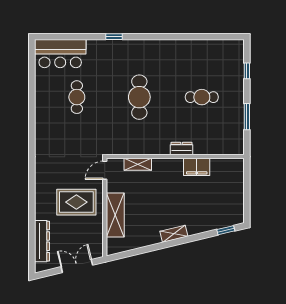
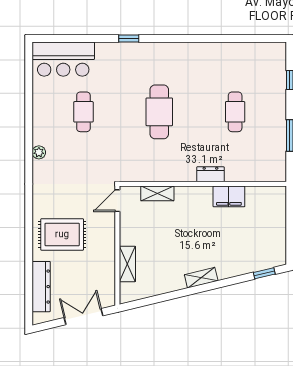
cafe table: (202, 97) -> (235, 112), turned 90
plant: (40, 131) -> (39, 152), added
rug: (76, 202) -> (62, 234), moved
shelving: (115, 215) -> (127, 264), width x0.67, depth x0.75

